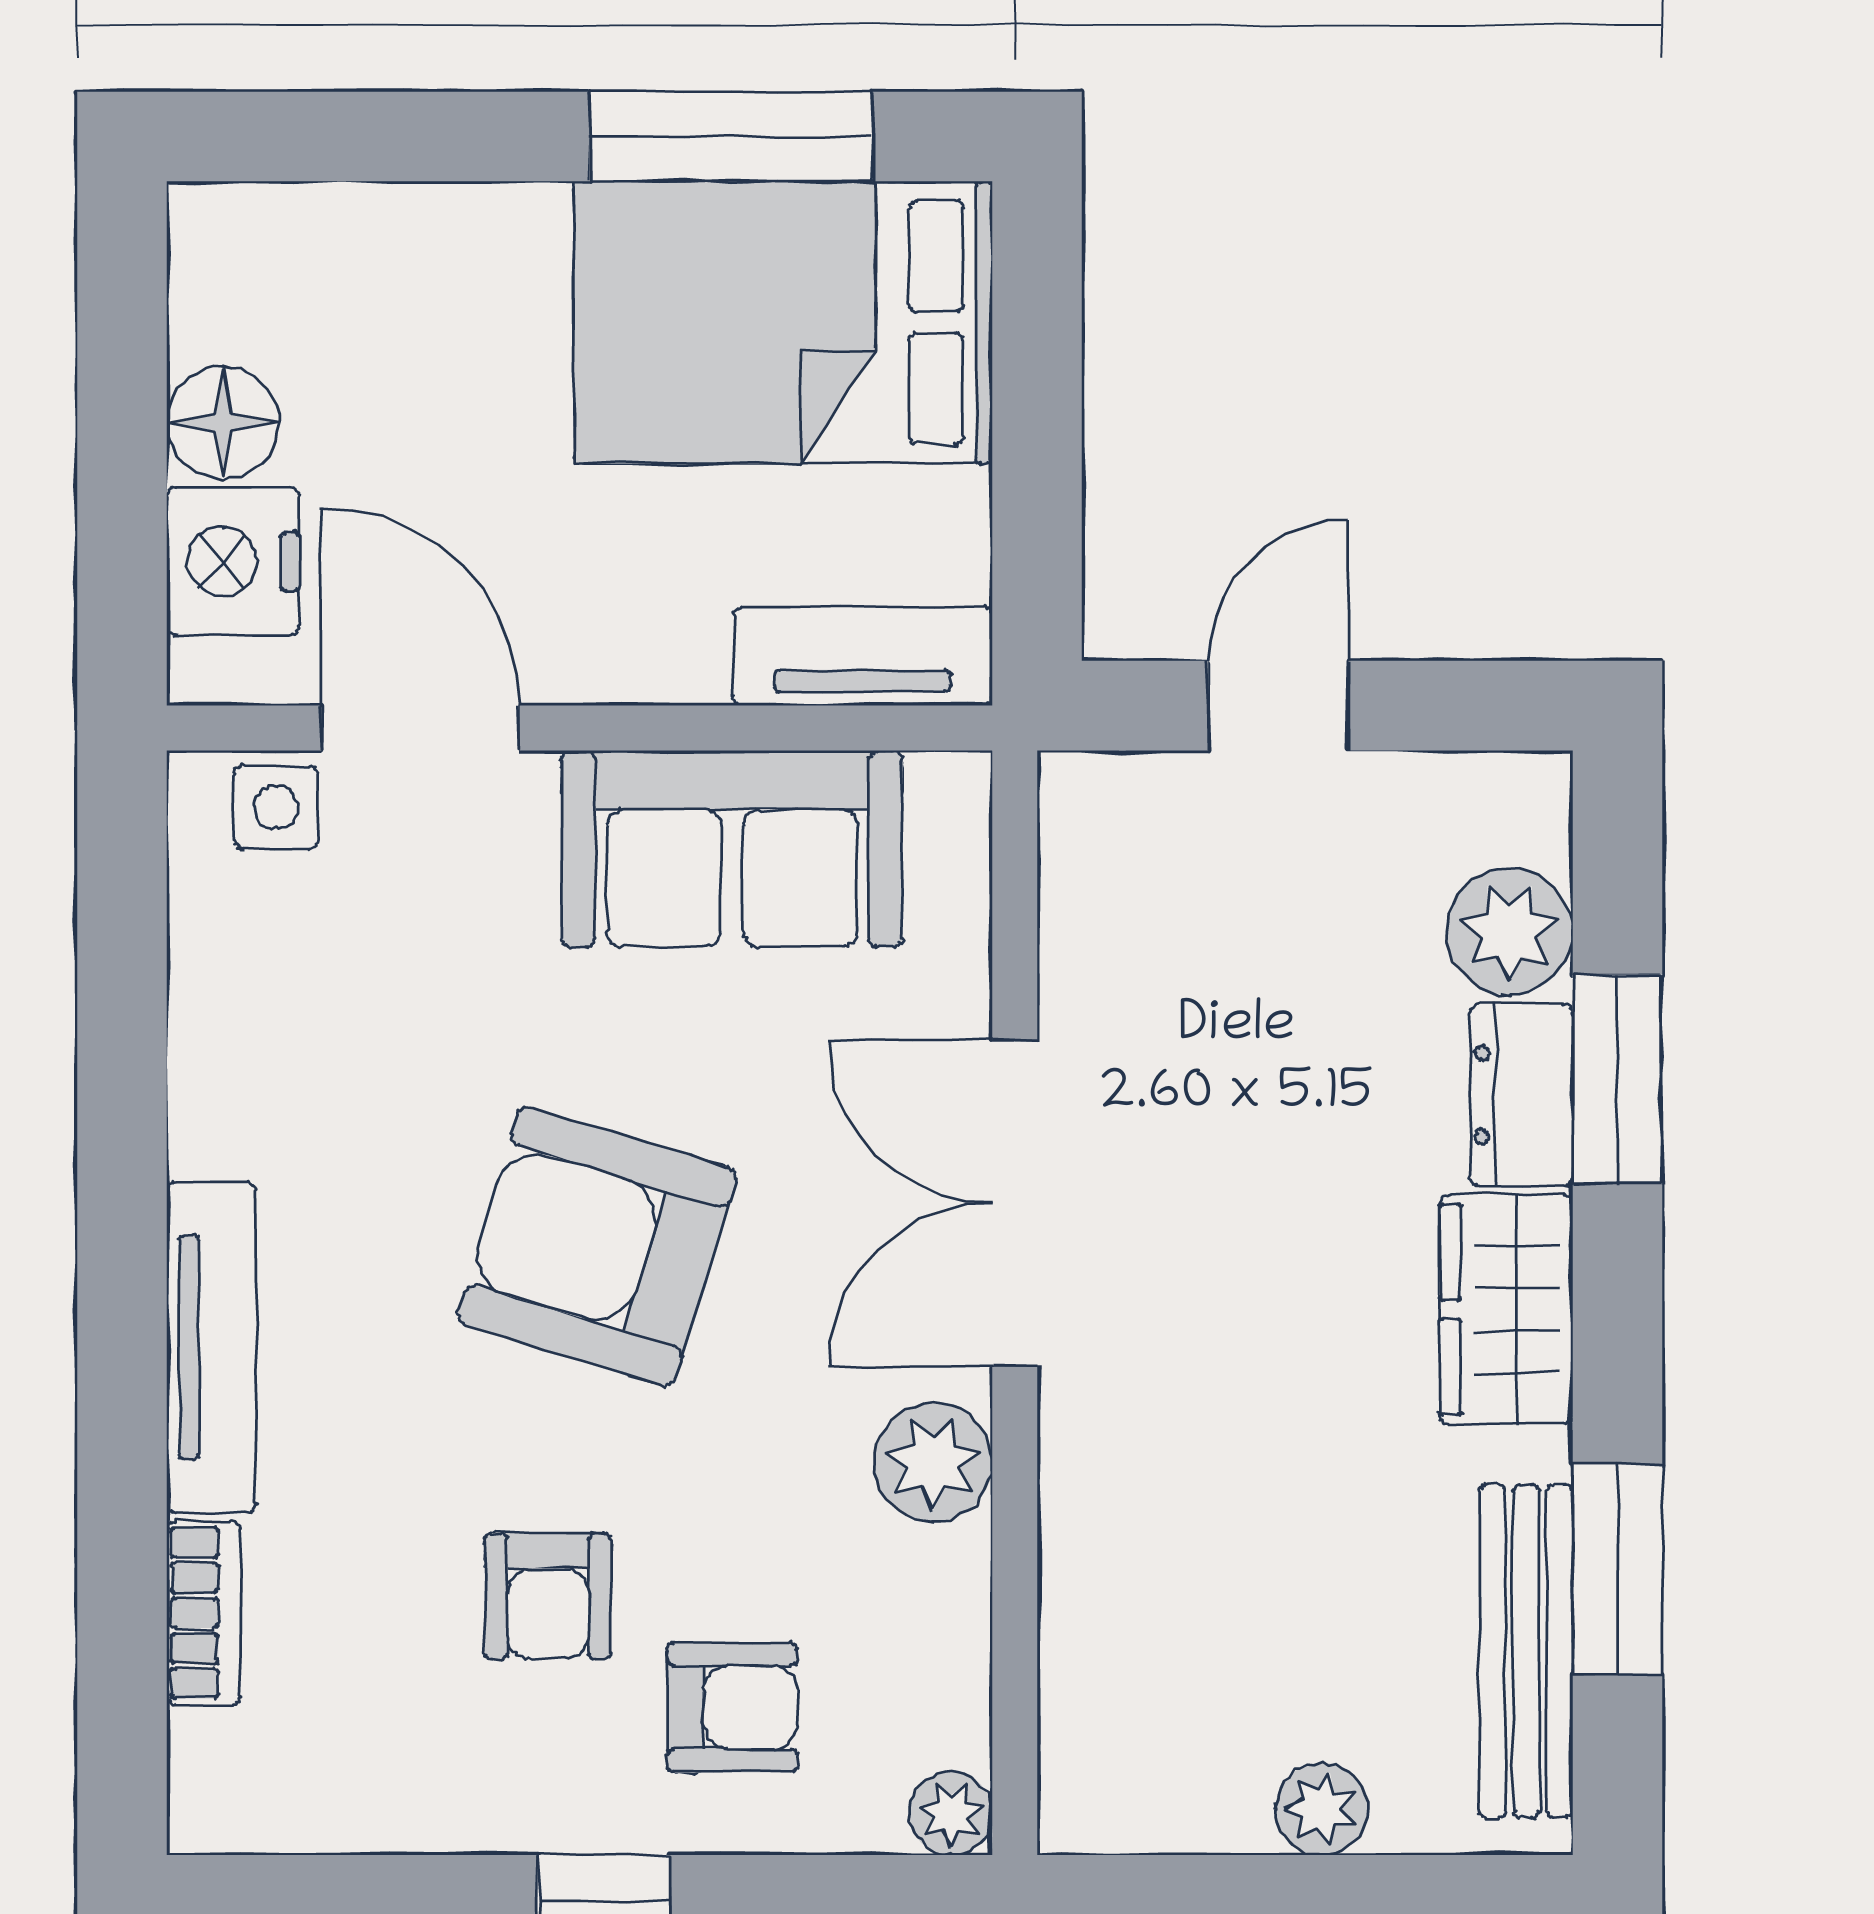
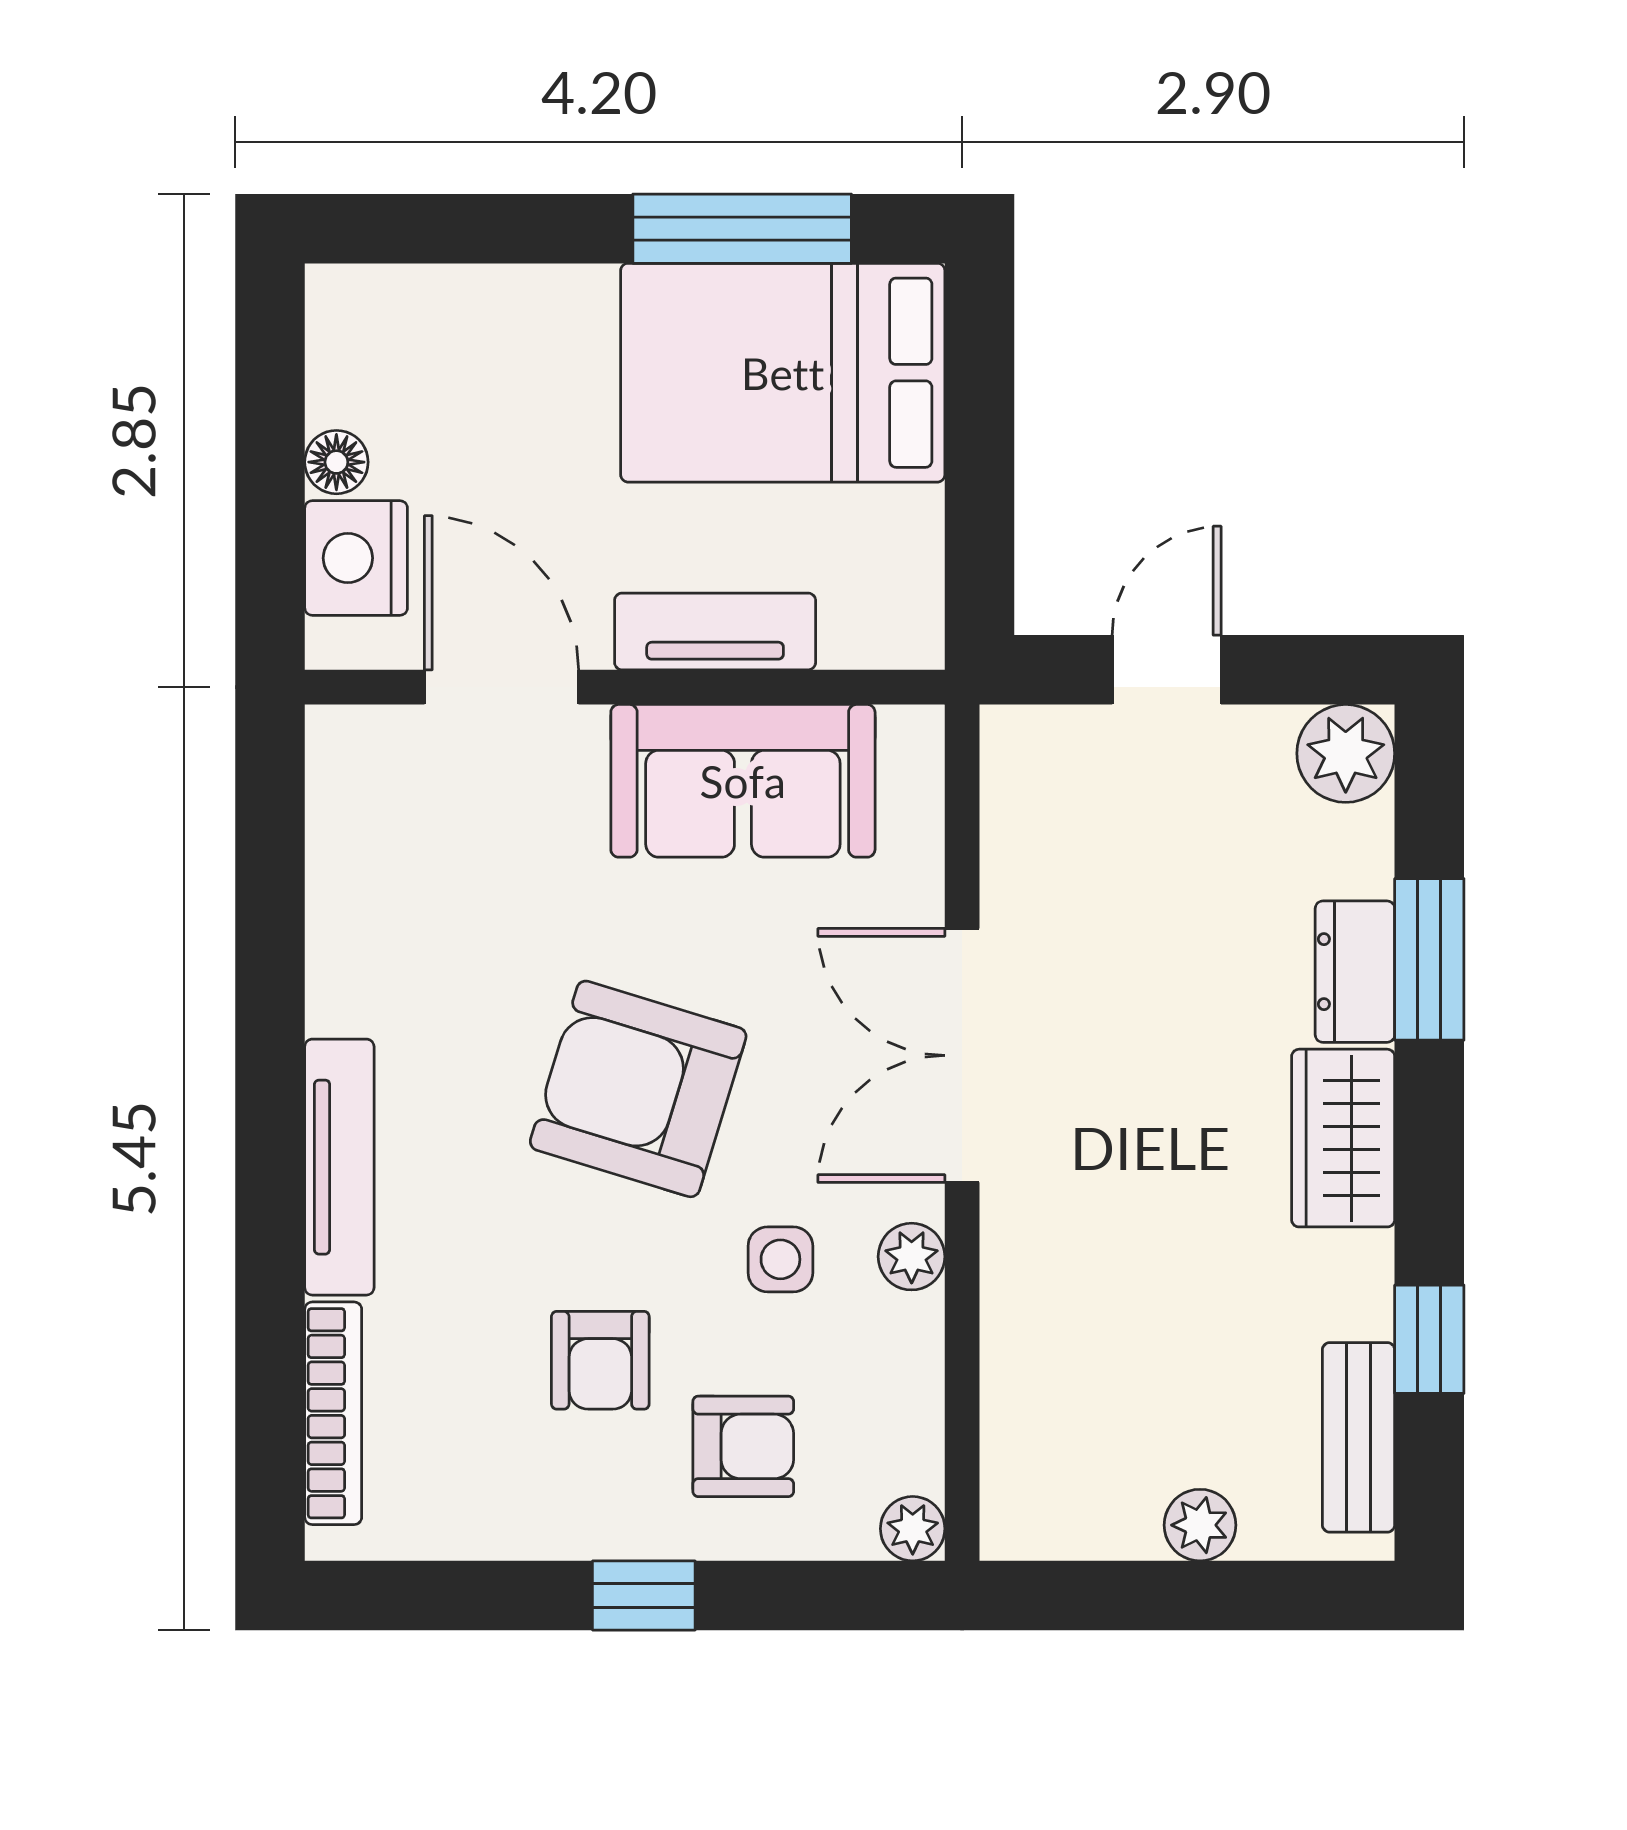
floor lamp: (223, 422) -> (336, 462), width x0.73, depth x0.73
tv unit: (863, 656) -> (715, 631), moved
side table: (276, 807) -> (780, 1259), moved
plant: (1510, 932) -> (1346, 753), moved
plant: (933, 1463) -> (912, 1257), width x0.73, depth x0.73
window: (1617, 1569) -> (1429, 1339), width x0.67
bookcase: (203, 1613) -> (333, 1413), width x1.56
bench: (1526, 1651) -> (1359, 1437), width x0.73

